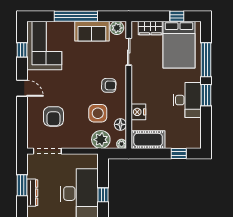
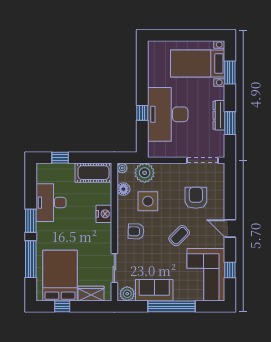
coffee table: (69, 81) -> (179, 236), added
desk: (187, 100) -> (51, 203), moved
nightstand: (138, 112) -> (104, 214), moved

